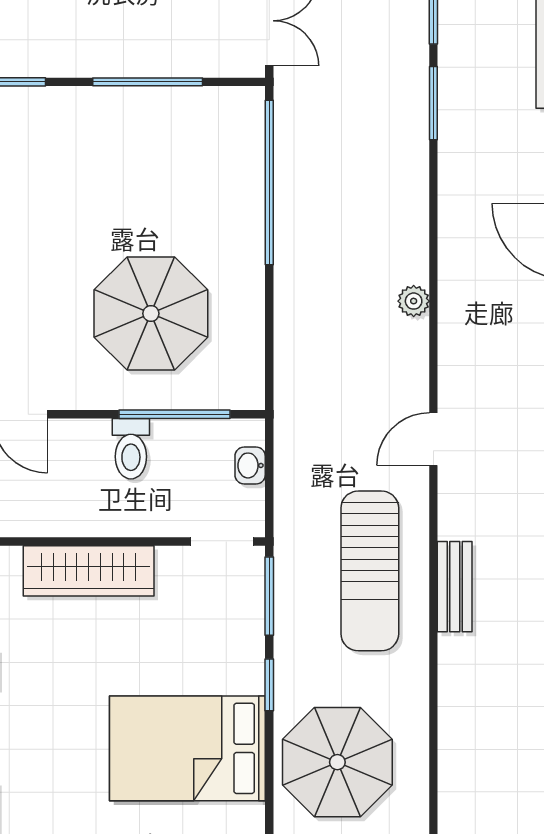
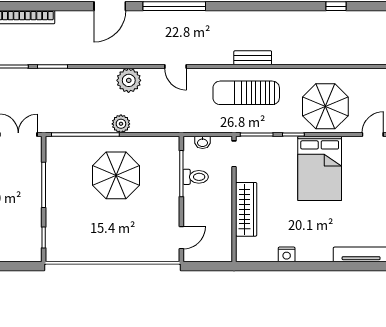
plant: (295, 269) -> (121, 124), added
plant: (414, 301) -> (129, 80), width x1.88, depth x1.88
parasol: (151, 314) -> (116, 175), moved
door: (433, 439) -> (175, 67), moved
toilet: (131, 449) -> (196, 177), moved
sun lounger: (370, 571) -> (246, 93), turned 180

